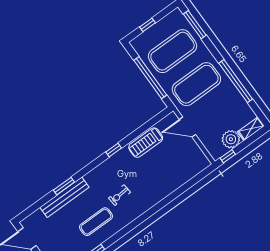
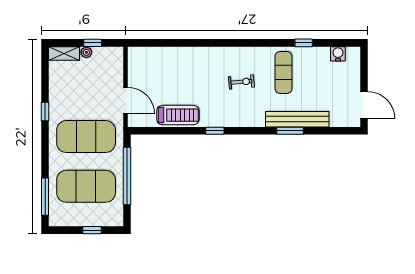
window: (236, 81) -> (45, 111), width x0.32
plant: (231, 139) -> (86, 52), width x0.53, depth x0.53
window: (228, 156) -> (93, 43), moved
exercise mat: (96, 222) -> (284, 72), turned 90

